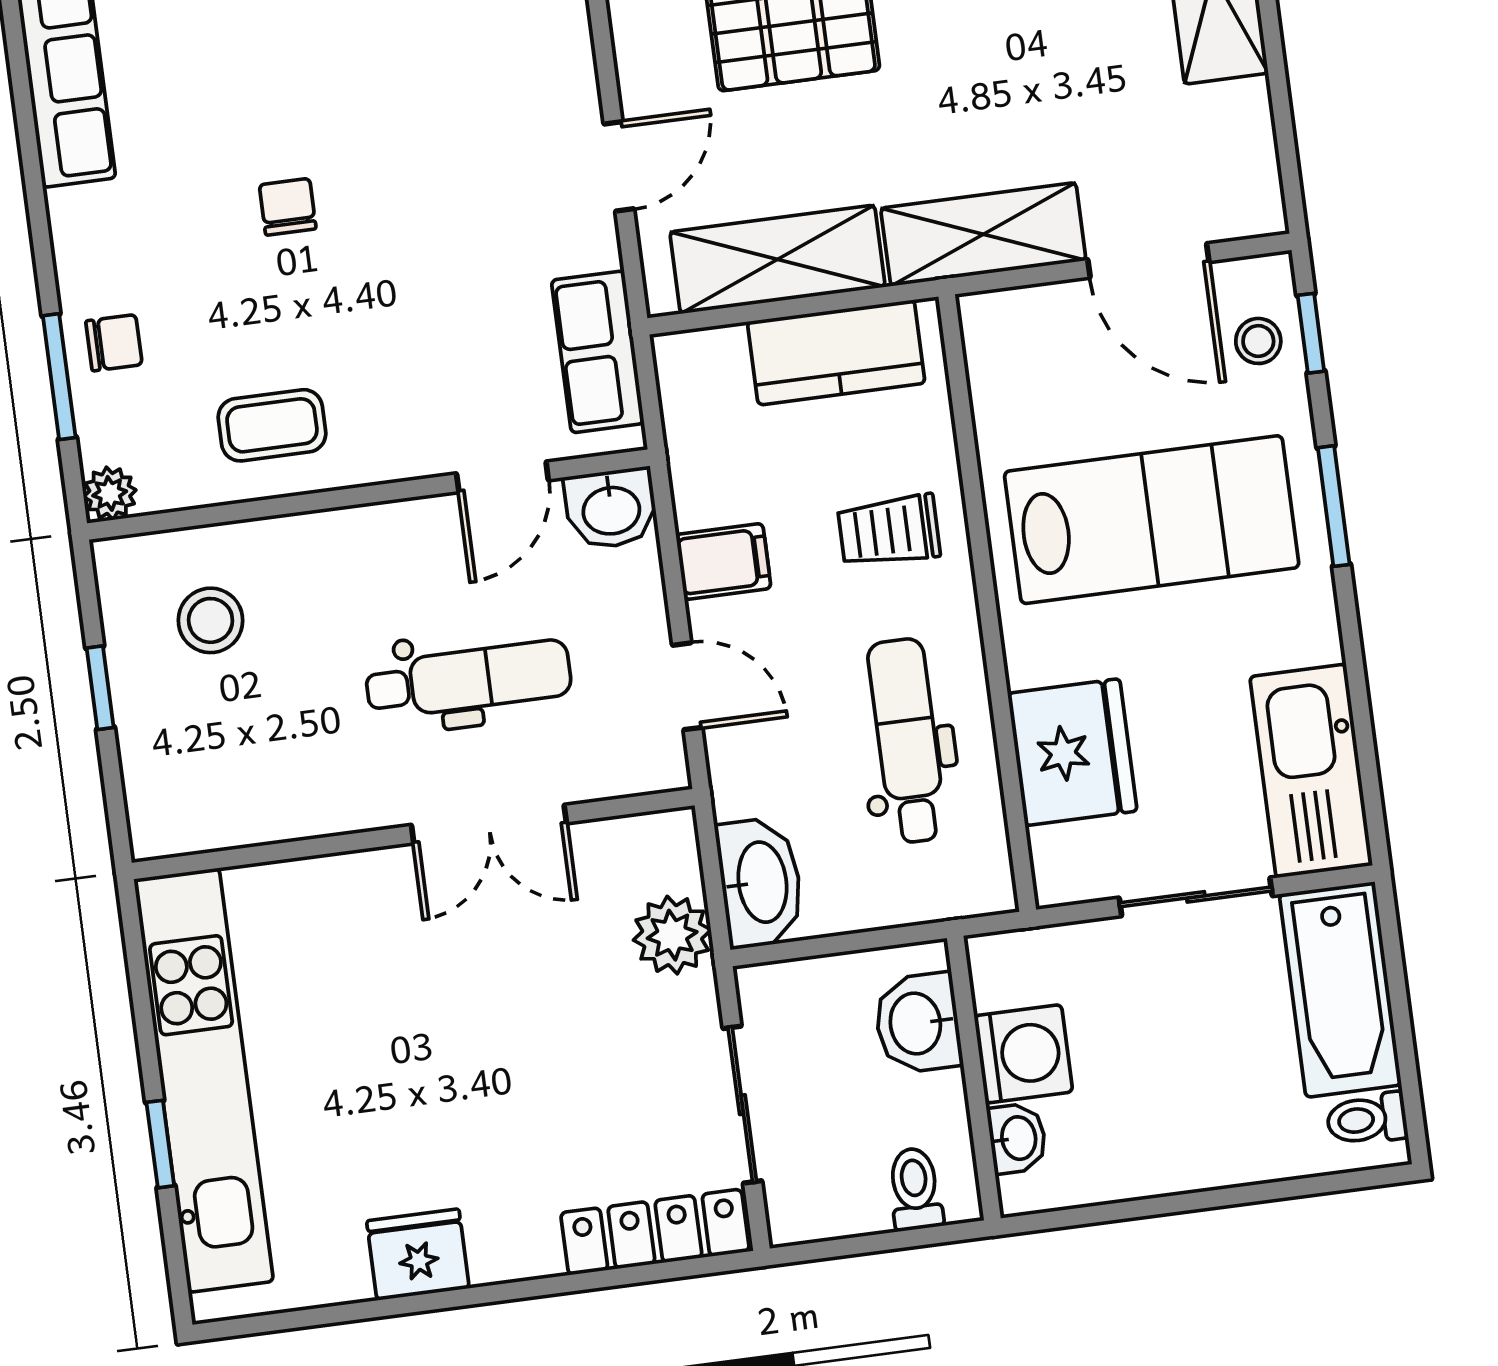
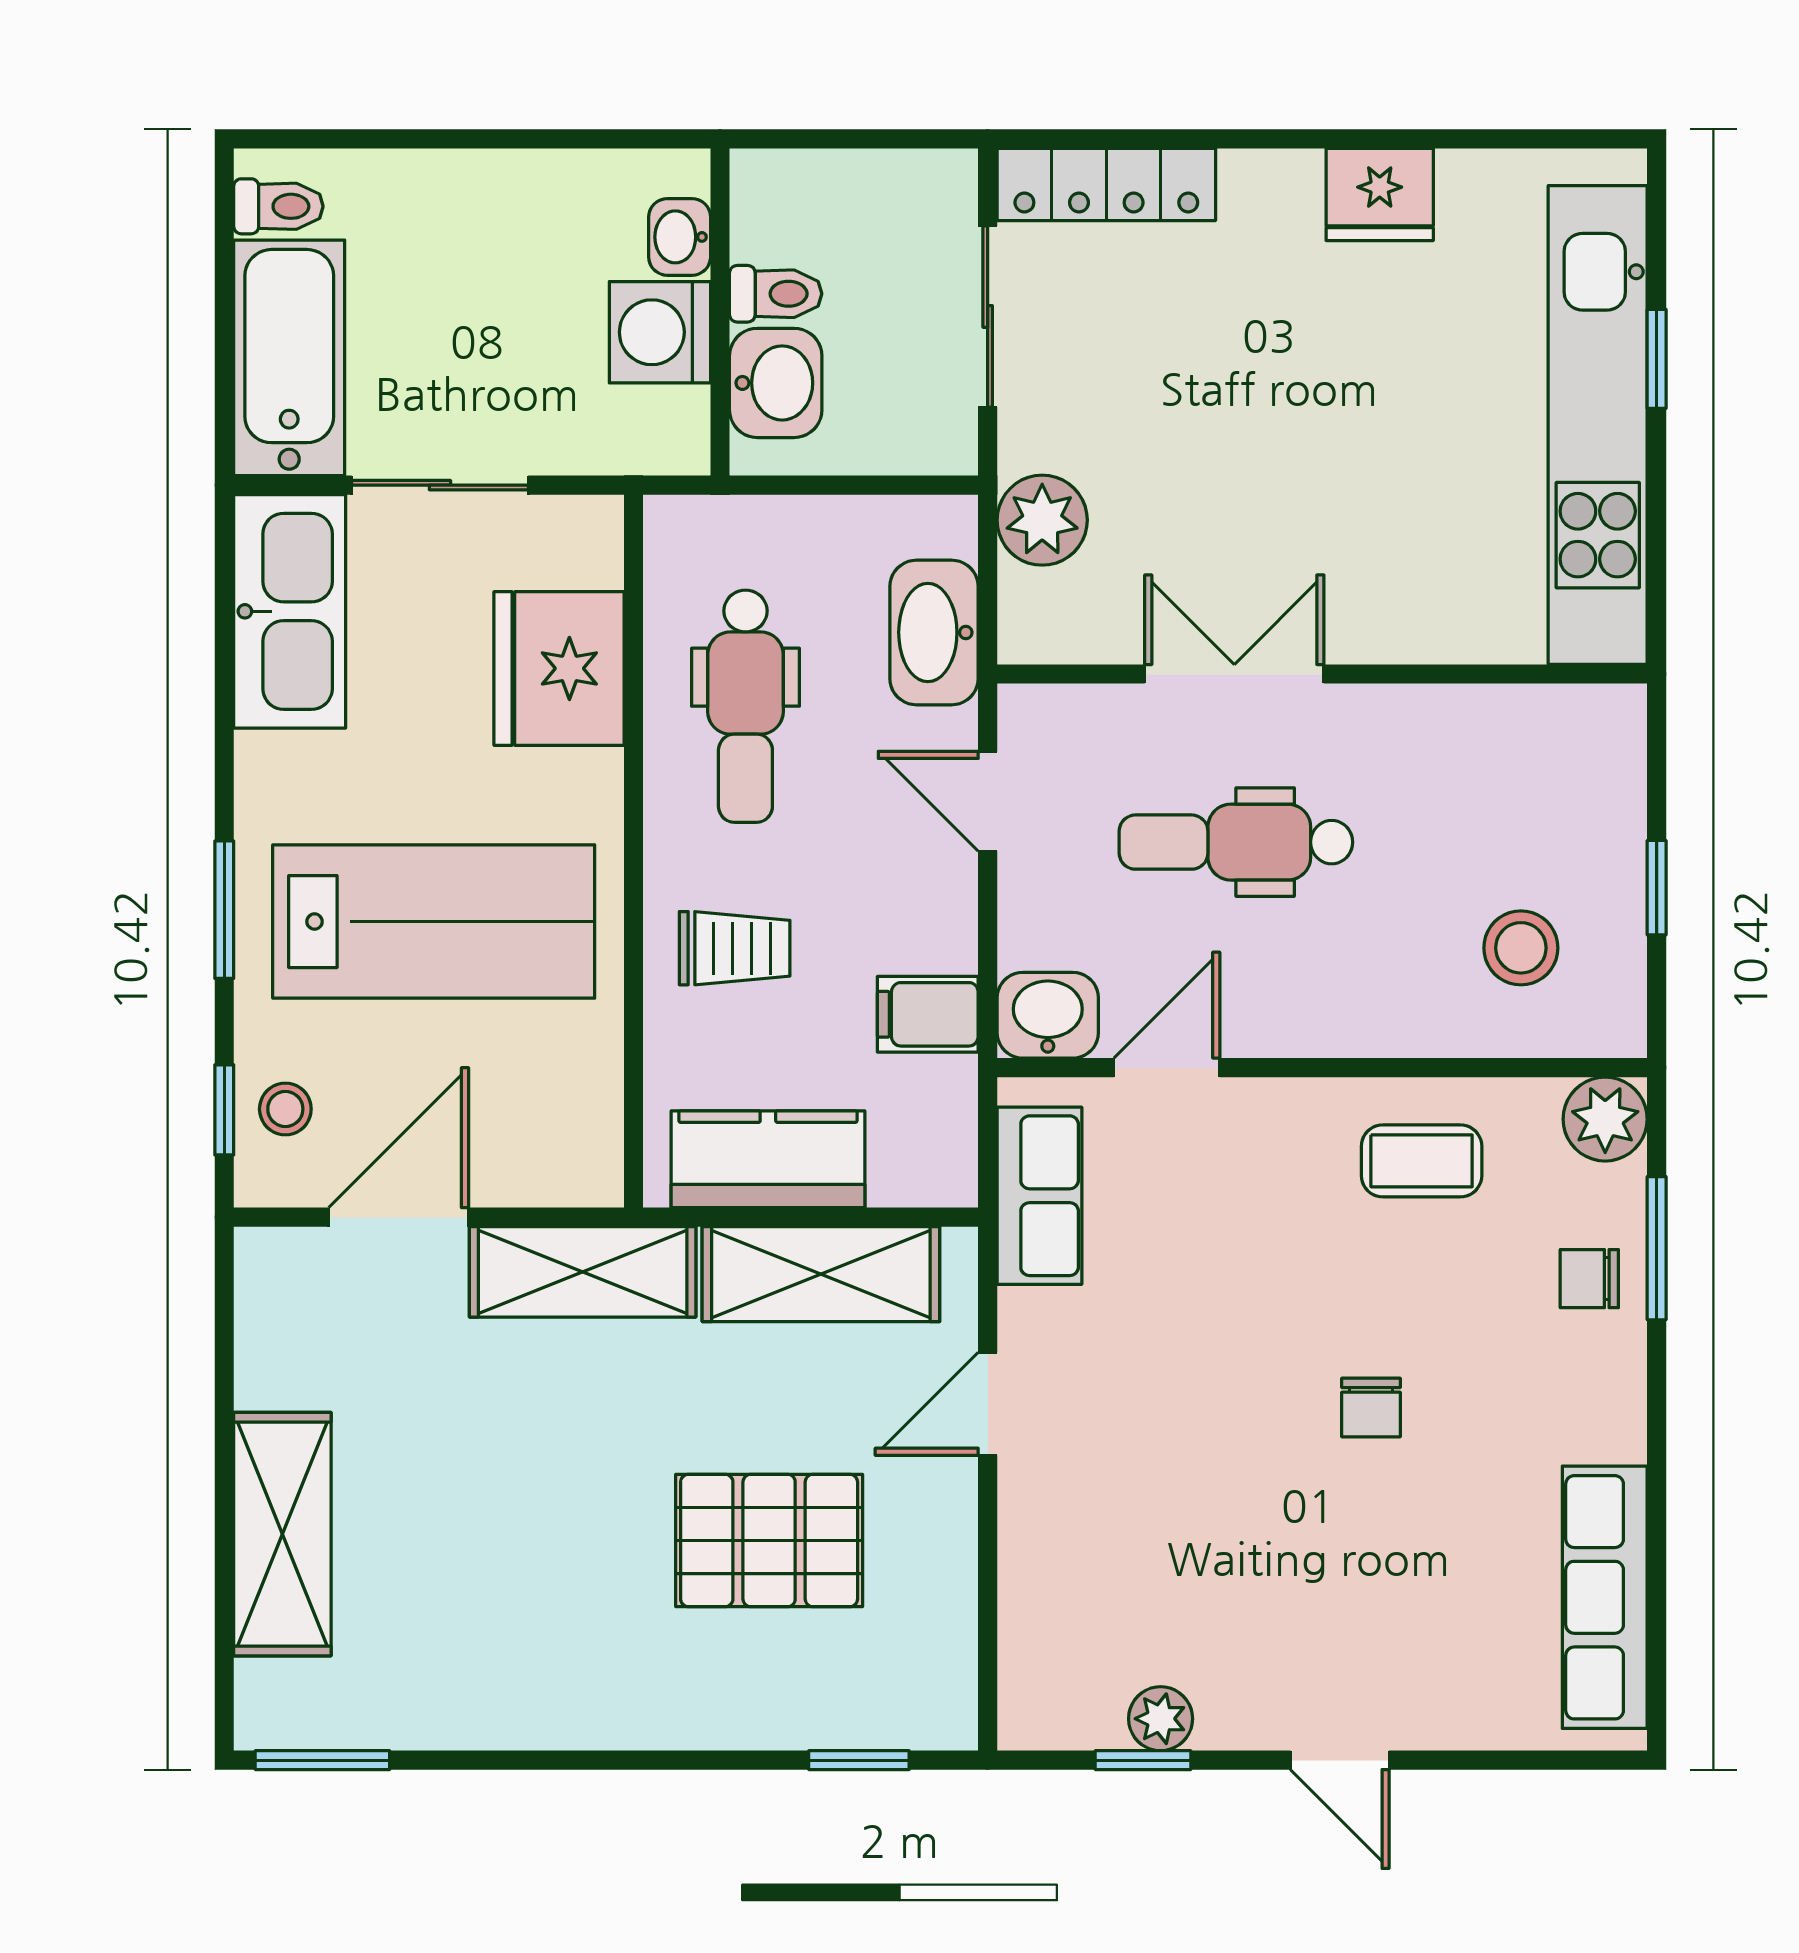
door: (1148, 261) -> (399, 1217), hinge flipped
plant: (110, 493) -> (1605, 1119), width x1.38, depth x1.38
lab bench: (1152, 520) -> (434, 922), turned 180
filing cabinet: (723, 561) -> (928, 1014), moved
washbasin: (760, 882) -> (934, 632), moved
toilet: (915, 1189) -> (776, 294), moved, turned -90

